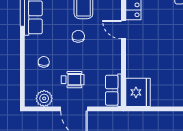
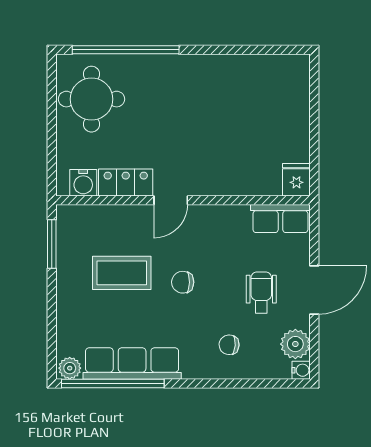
fridge: (138, 92) -> (296, 180), width x0.53, depth x0.75
water cooler: (30, 102) -> (301, 370), added

